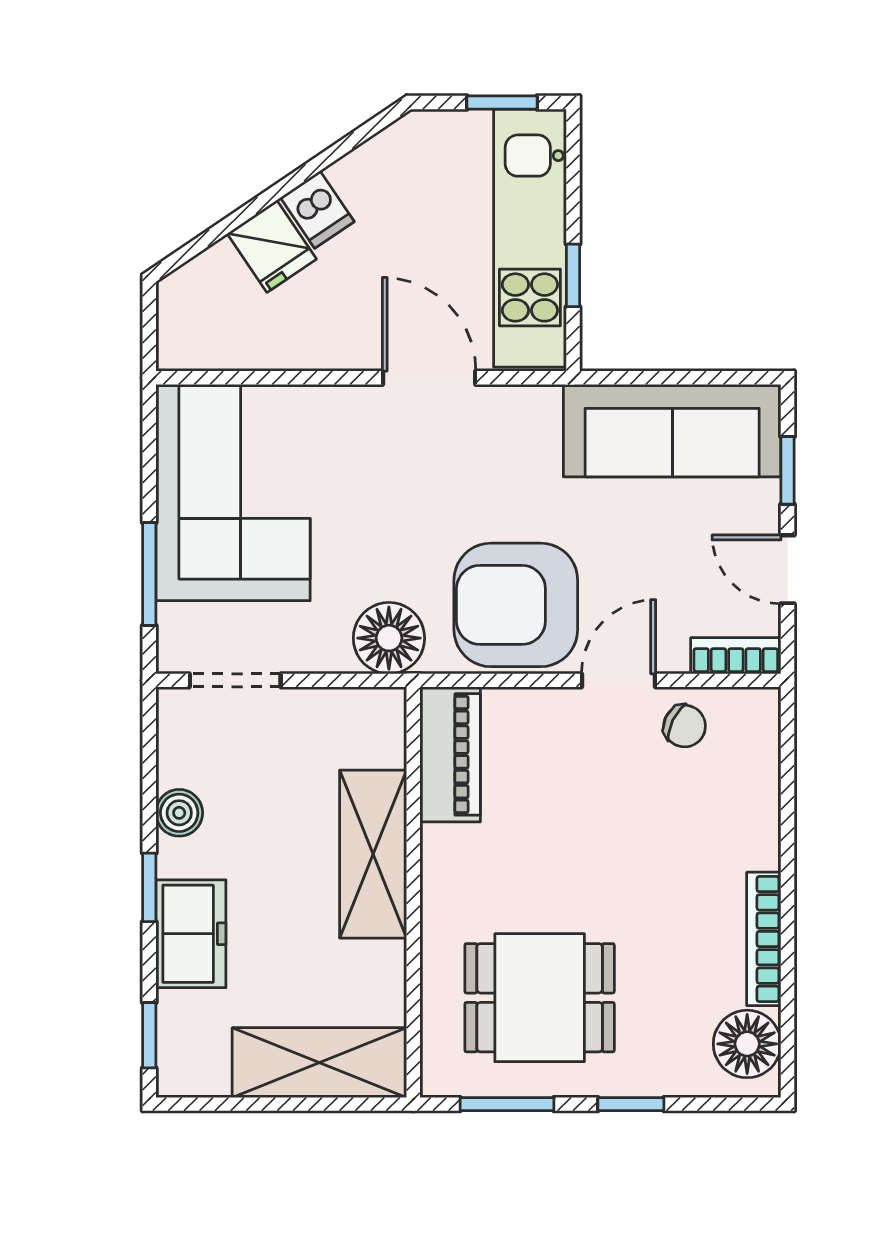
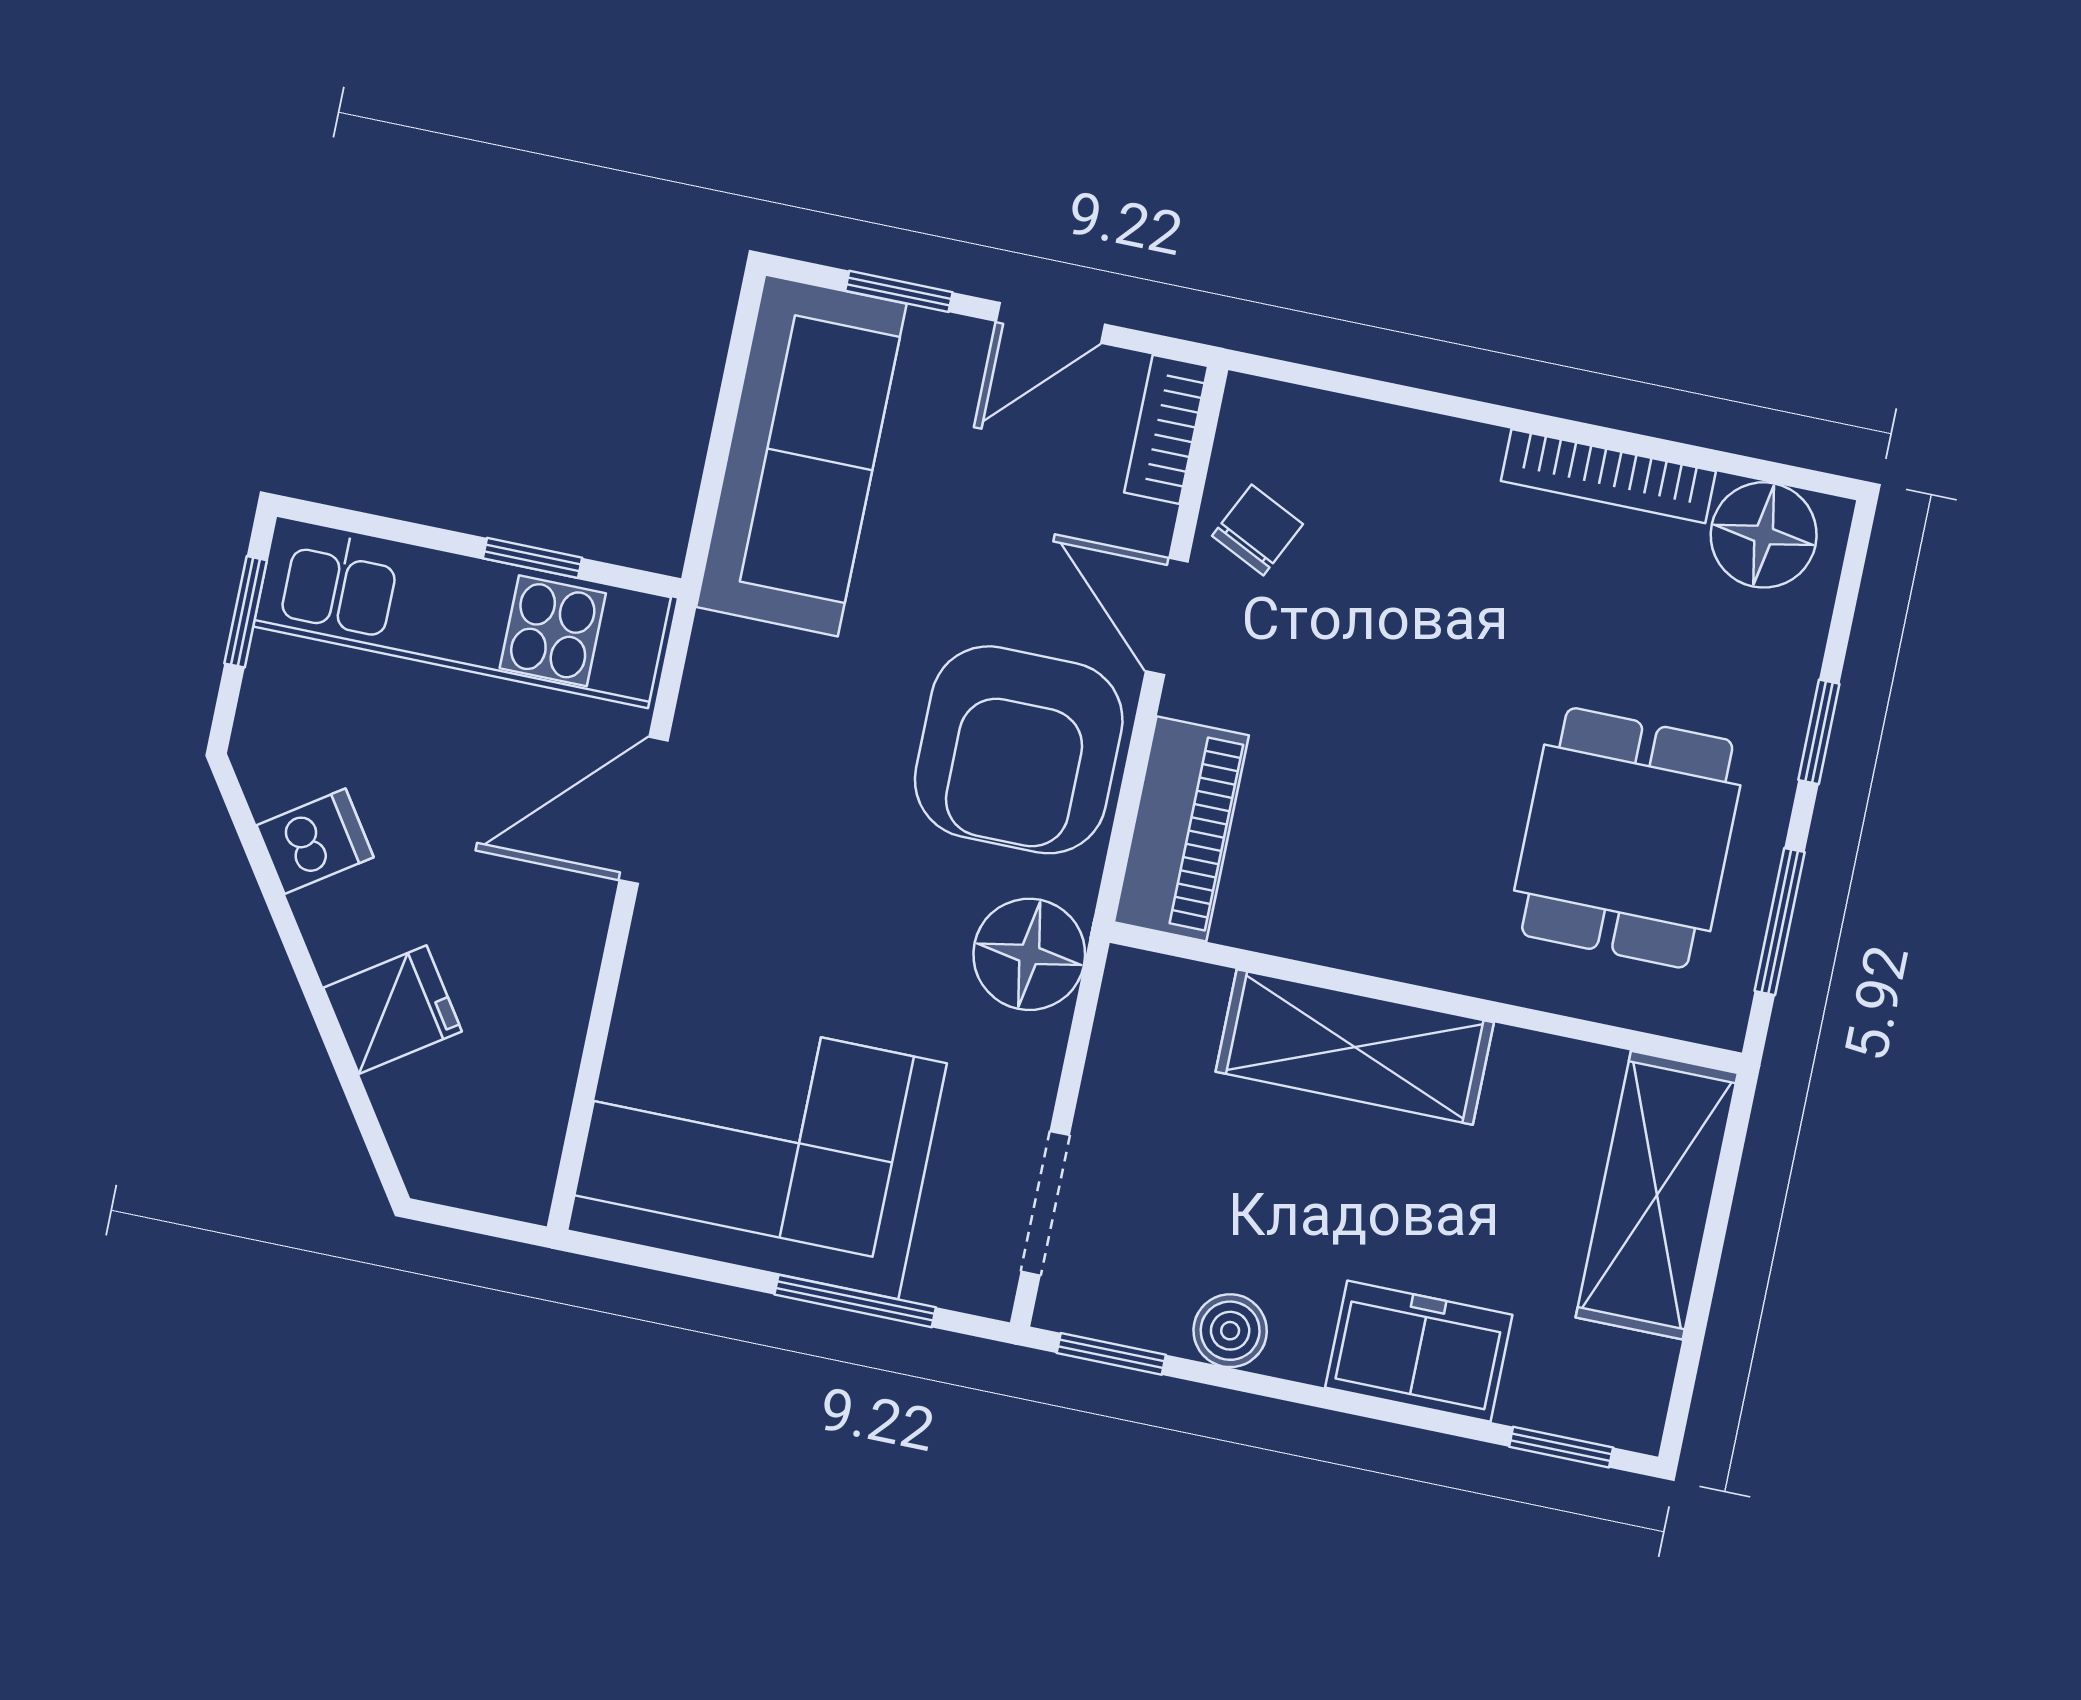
dishwasher: (317, 210) -> (315, 841), moved
piano: (450, 754) -> (1181, 829), moved, turned 90
window: (149, 887) -> (1111, 1354), moved

